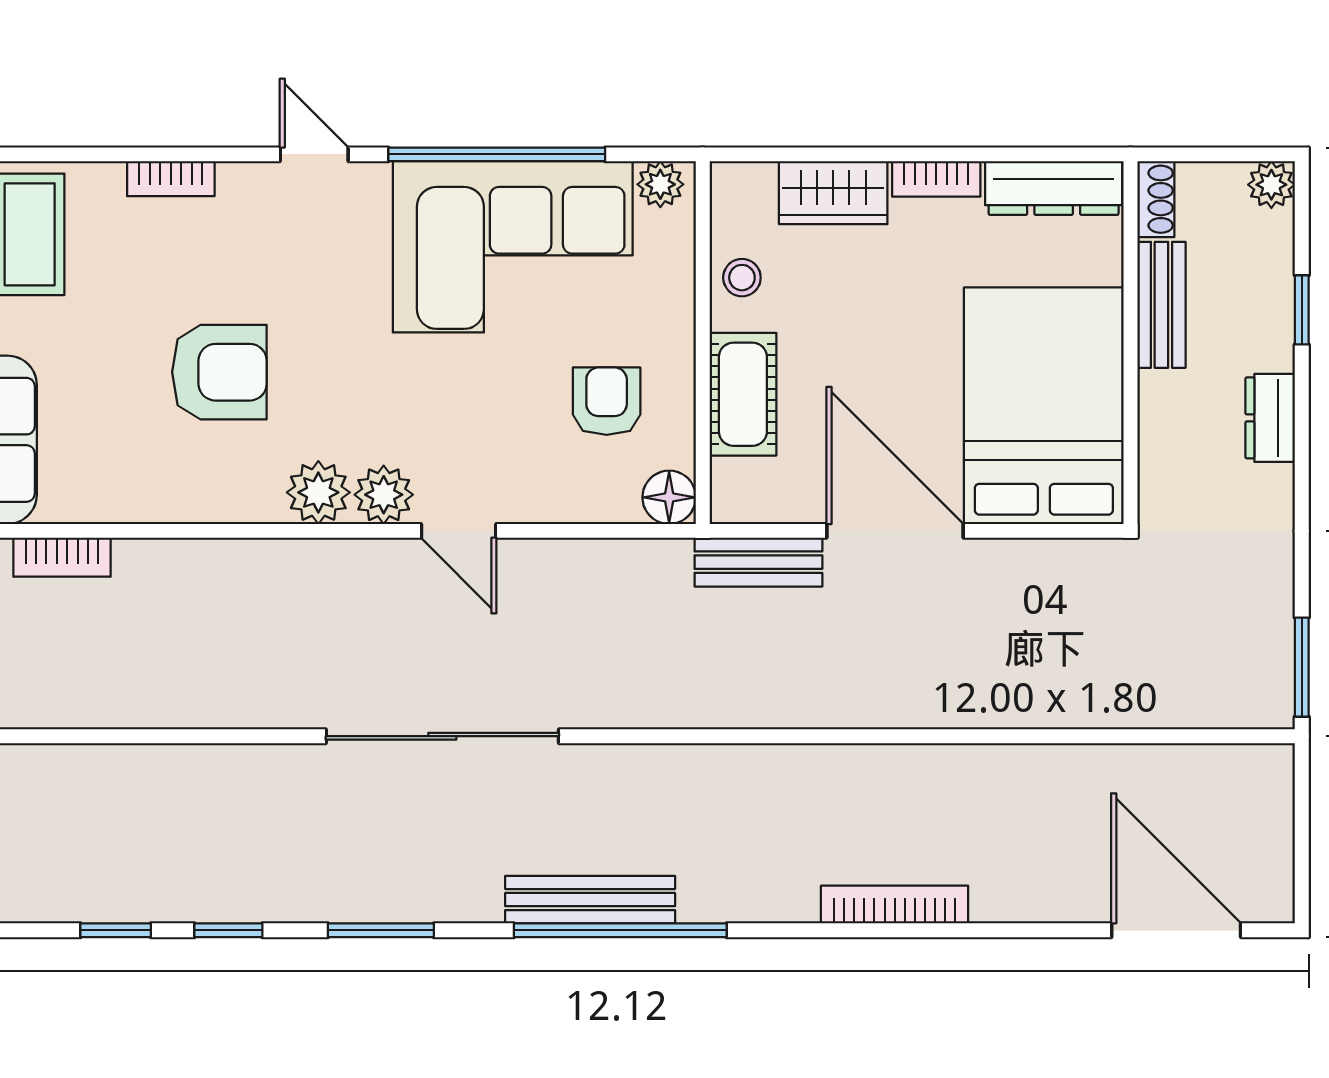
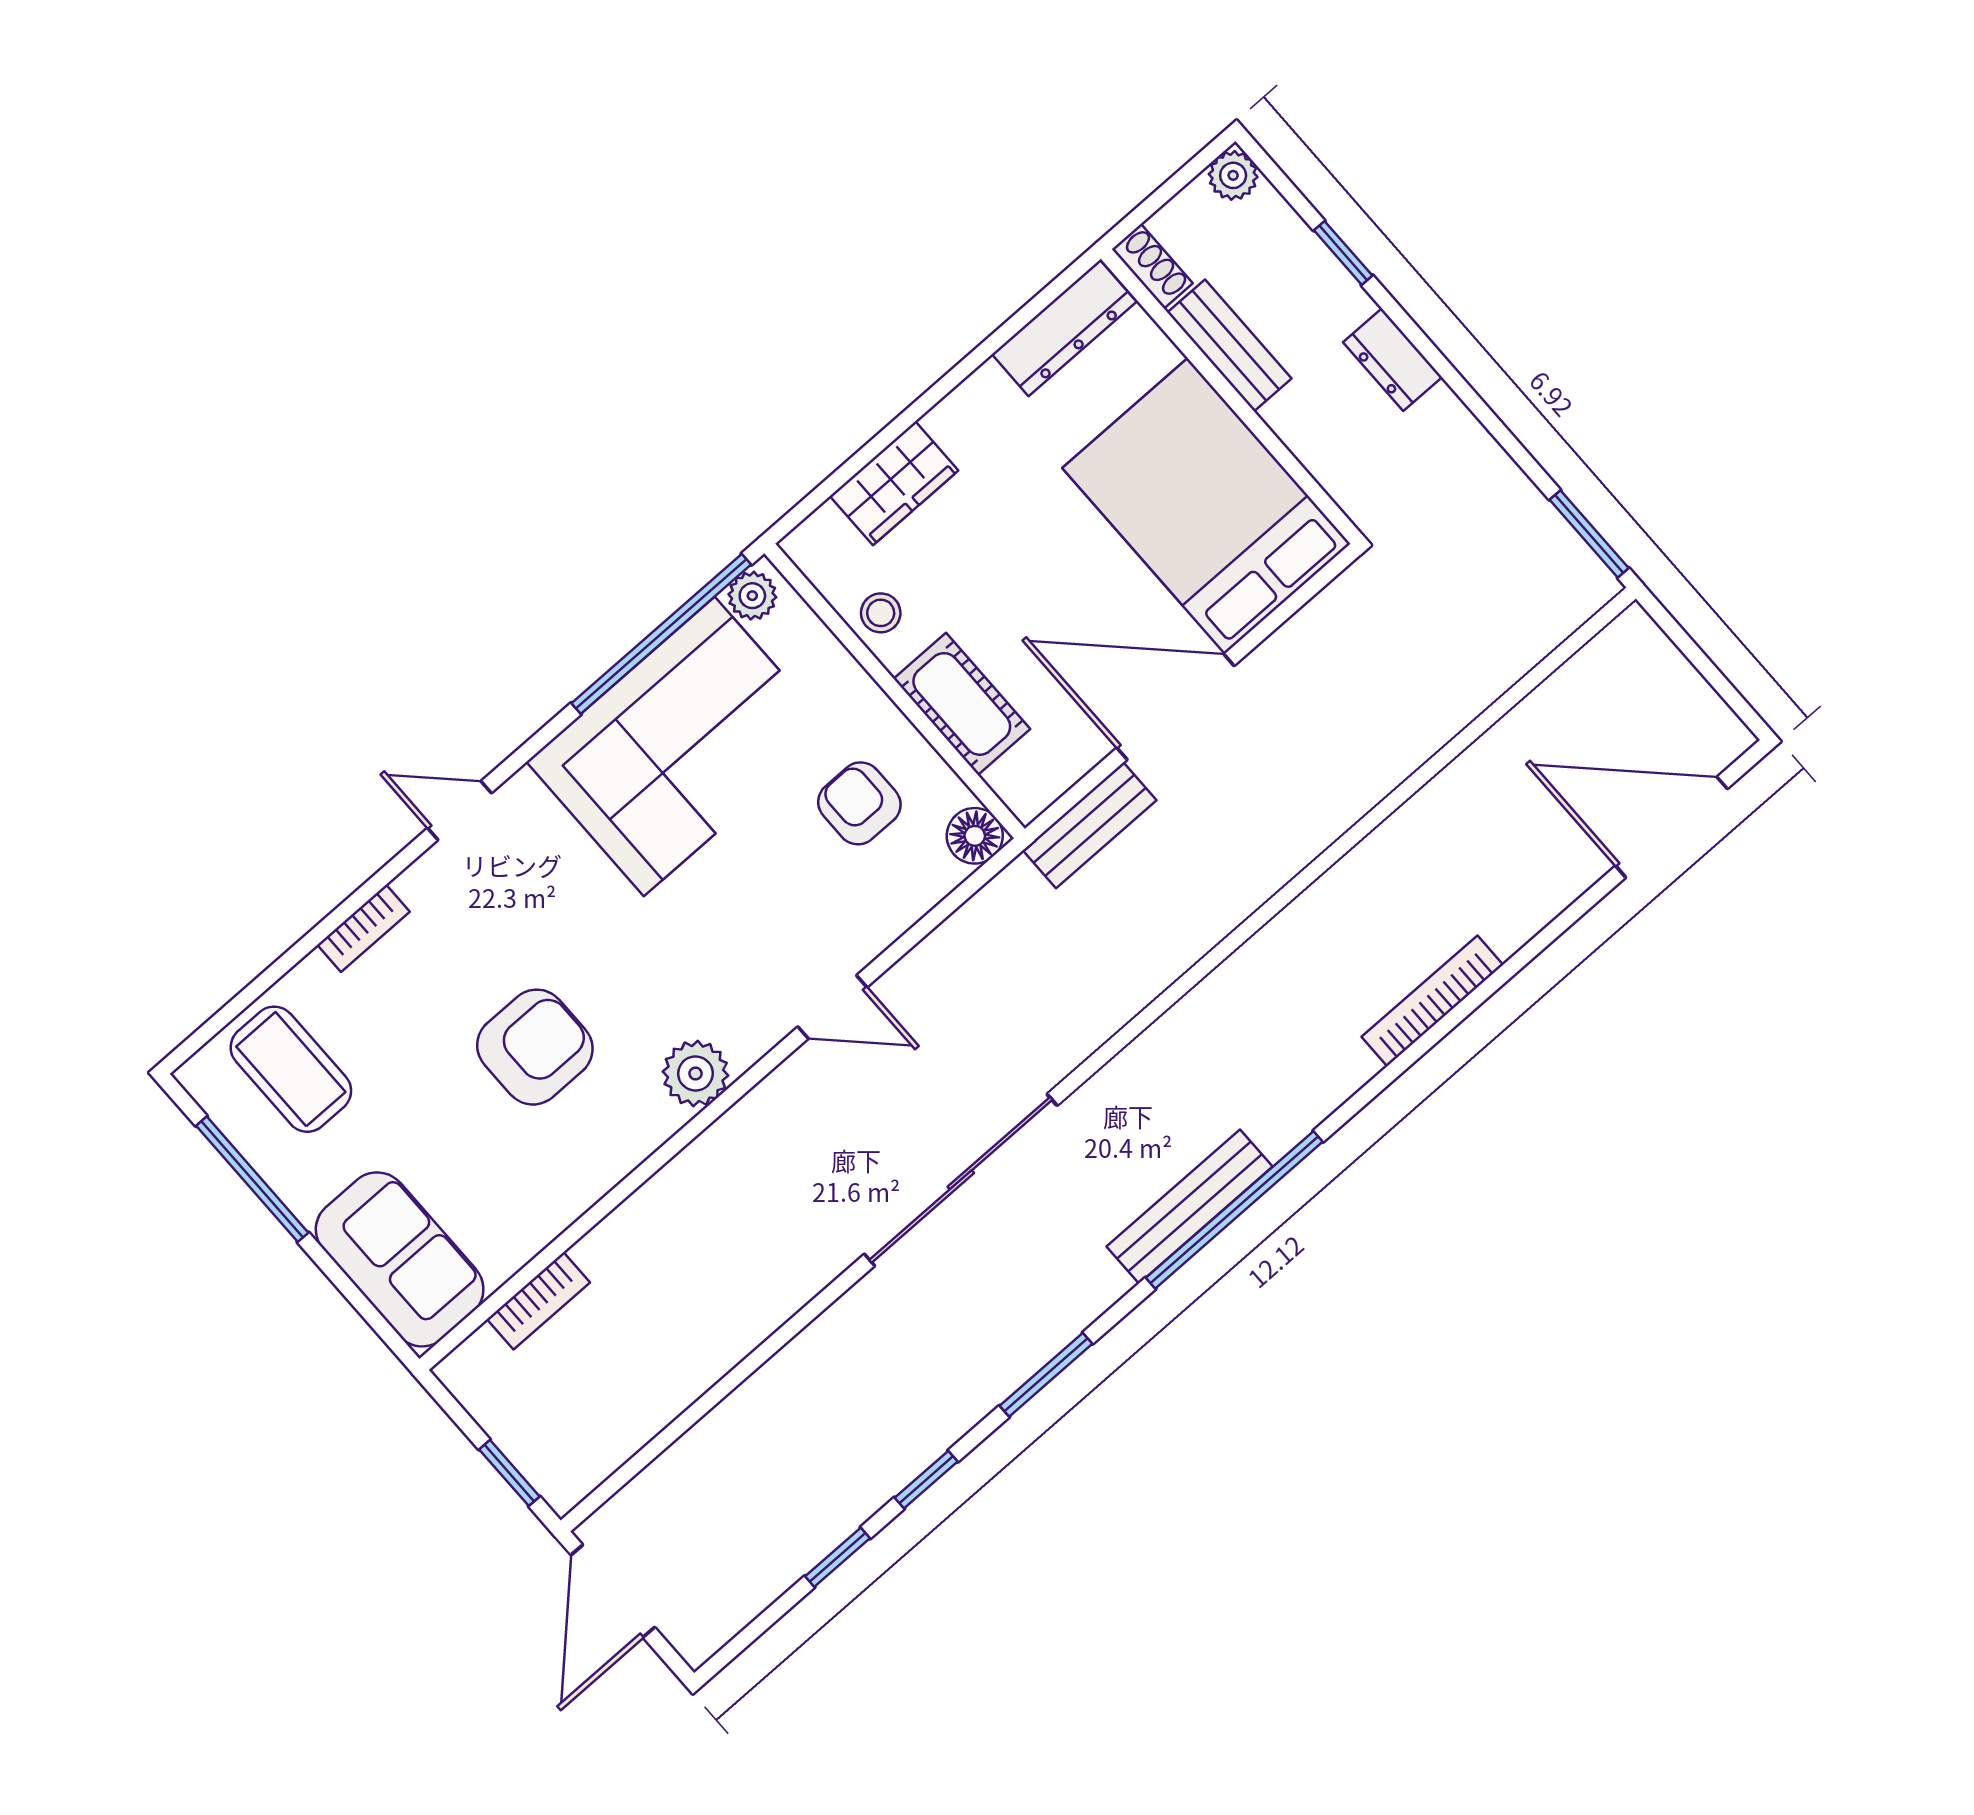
window: (497, 154) -> (661, 634), moved
bookcase: (936, 179) -> (966, 402), removed
plant: (384, 495) -> (749, 1030), removed

